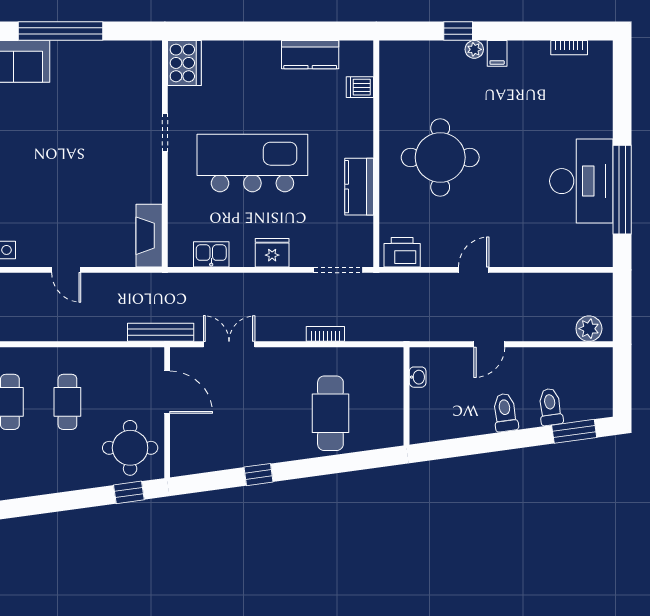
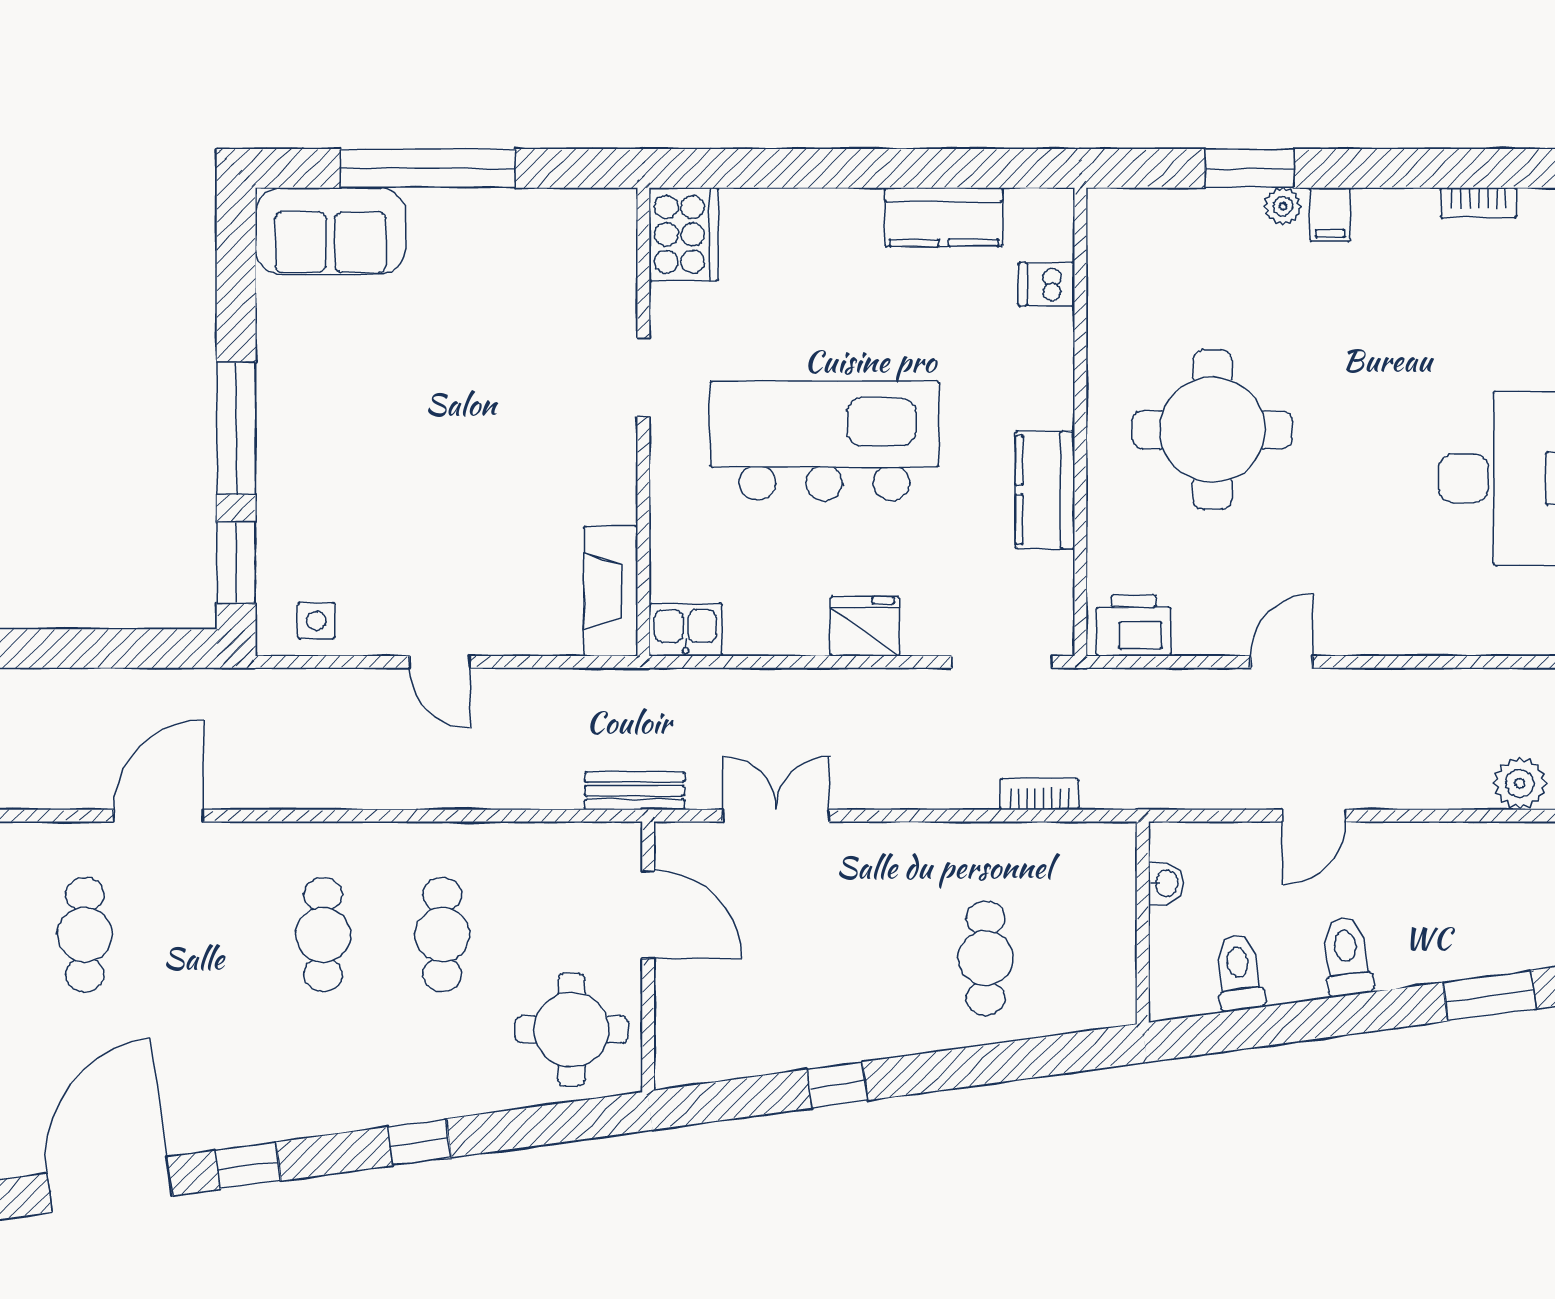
window: (458, 31) -> (1250, 168), width x1.50
kitchen sink: (211, 254) -> (686, 630), moved
bench: (161, 332) -> (635, 791), width x0.73
bookcase: (325, 334) -> (1039, 794), moved
toilet: (550, 407) -> (1239, 973), moved
cafe table: (330, 413) -> (986, 958), width x0.73, depth x0.74
window: (129, 492) -> (419, 1142), moved

